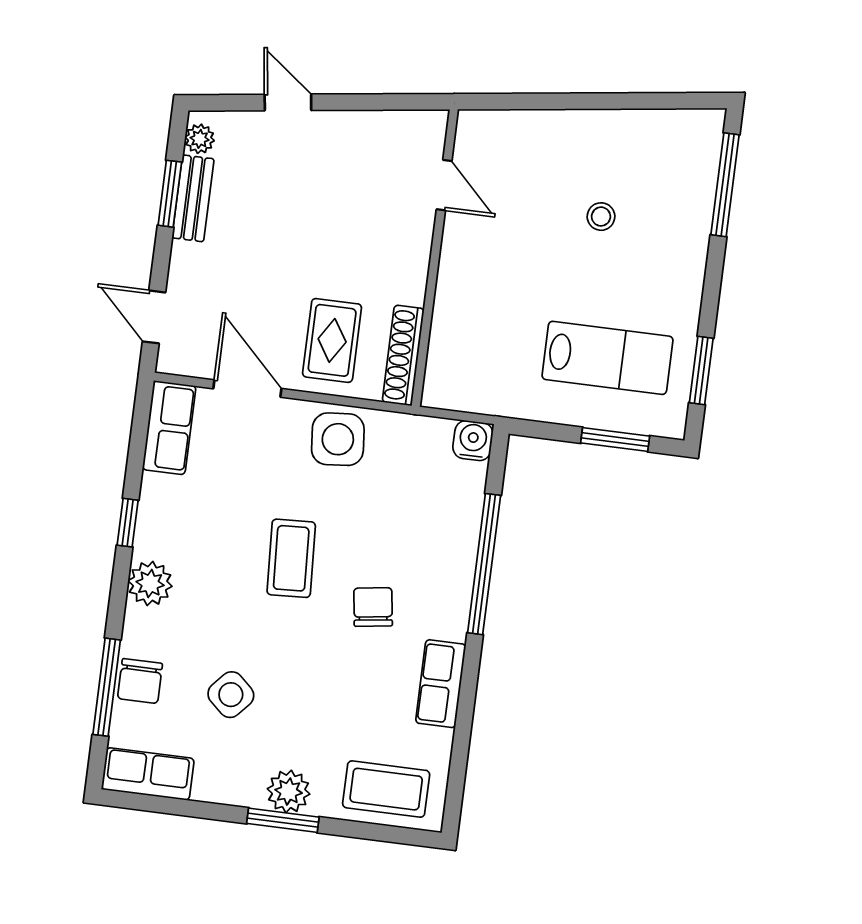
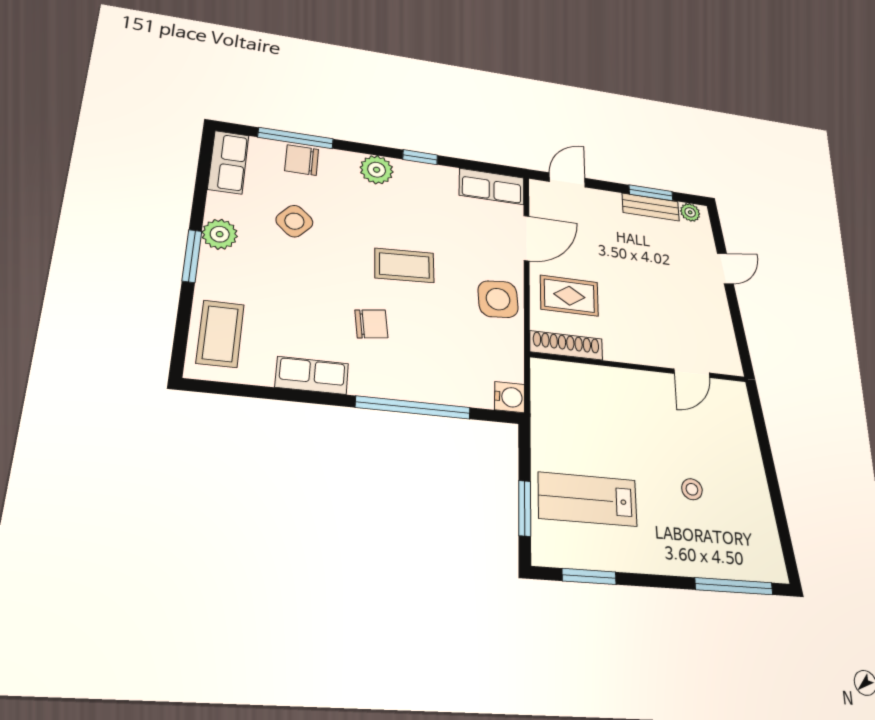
lab bench: (607, 358) -> (588, 499), turned 90
plant: (289, 791) -> (220, 234), moved

